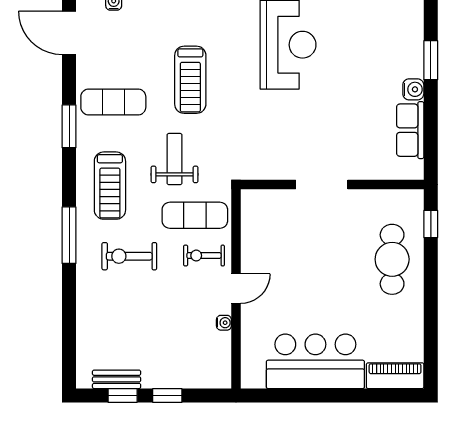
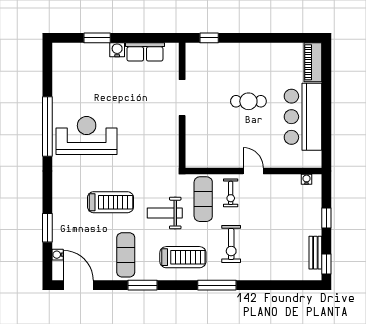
door: (69, 33) -> (78, 285), swing flipped
doorway: (322, 184) -> (182, 98), moved
cafe table: (392, 259) -> (248, 101), moved, width x0.73, depth x0.74
water cooler: (224, 323) -> (306, 179), moved
window: (123, 396) -> (326, 264), moved

